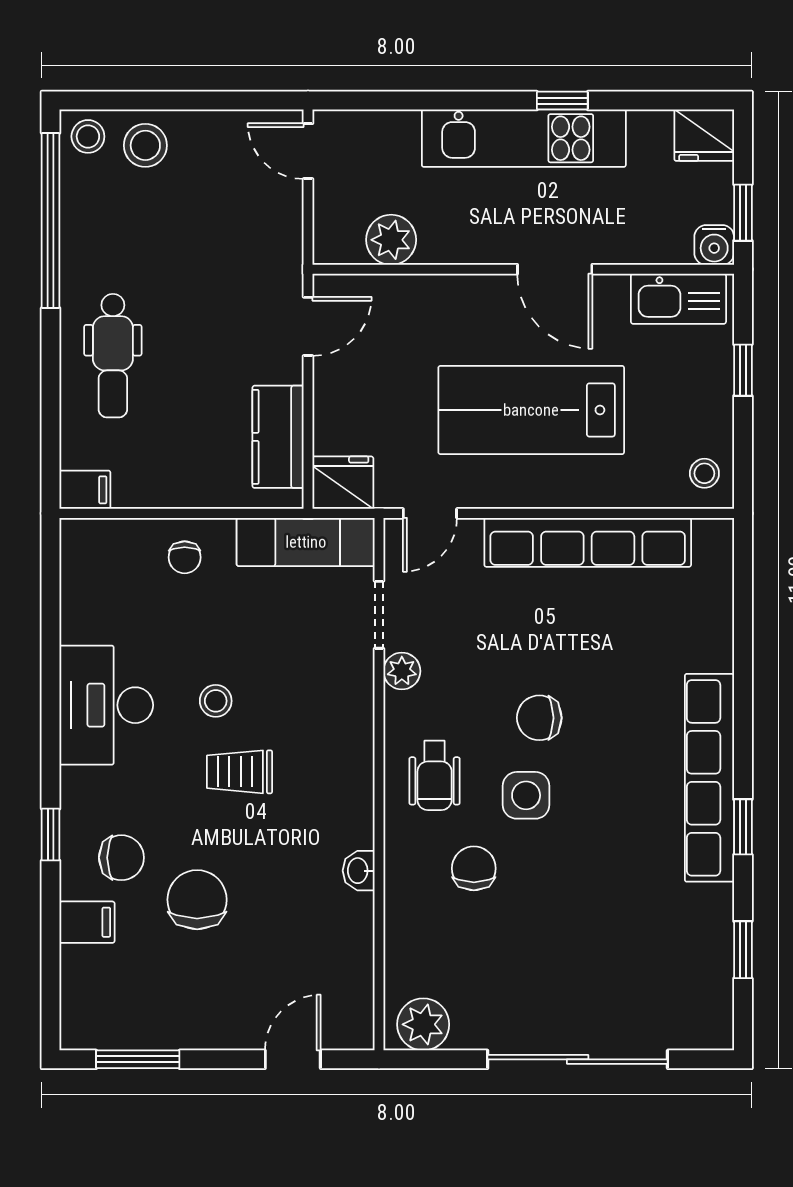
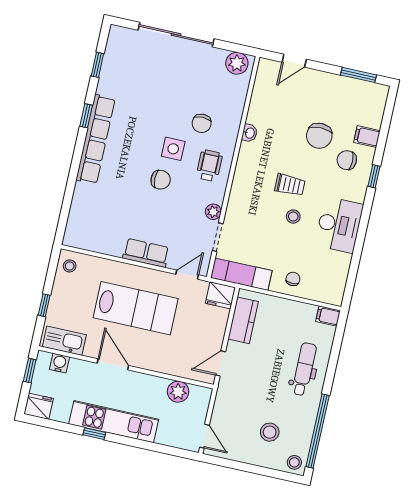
stool: (145, 145) -> (270, 432), moved
water cooler: (714, 245) -> (59, 363), moved
row of seats: (588, 542) -> (146, 253), width x0.50

